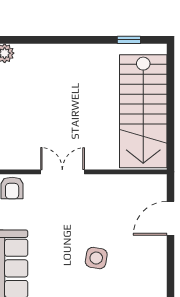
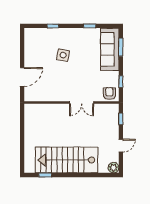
stairs: (143, 111) -> (67, 160), moved, turned -90

